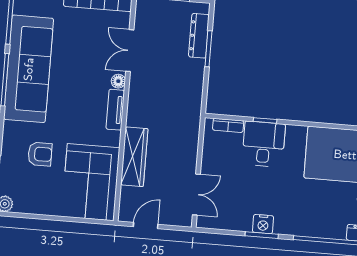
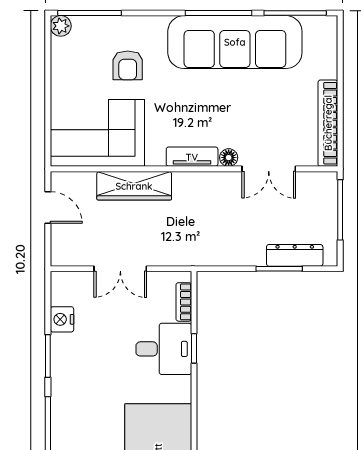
double door: (130, 51) -> (269, 169), swing flipped
double door: (196, 195) -> (120, 269), moved
nightstand: (263, 224) -> (62, 319), moved

